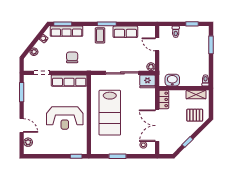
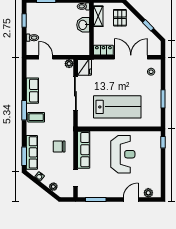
door: (157, 44) -> (46, 57), swing flipped
washbasin: (172, 80) -> (83, 25), moved
double door: (157, 126) -> (131, 57), swing flipped

